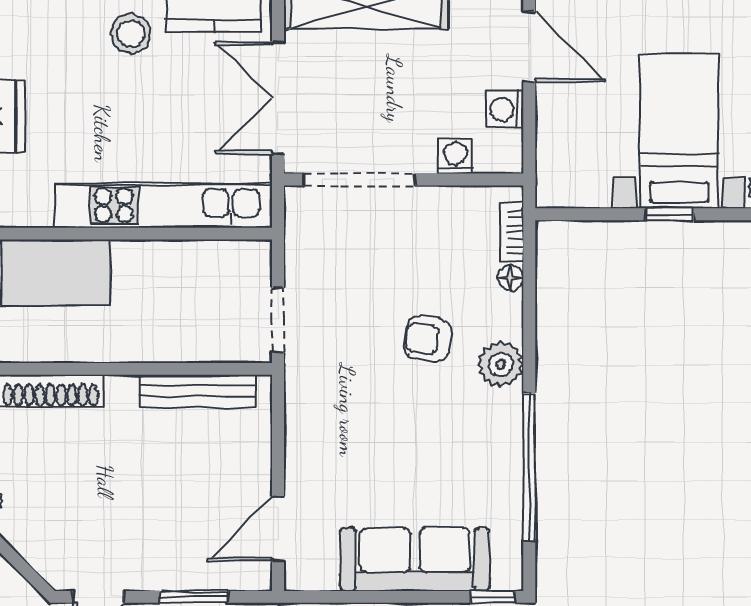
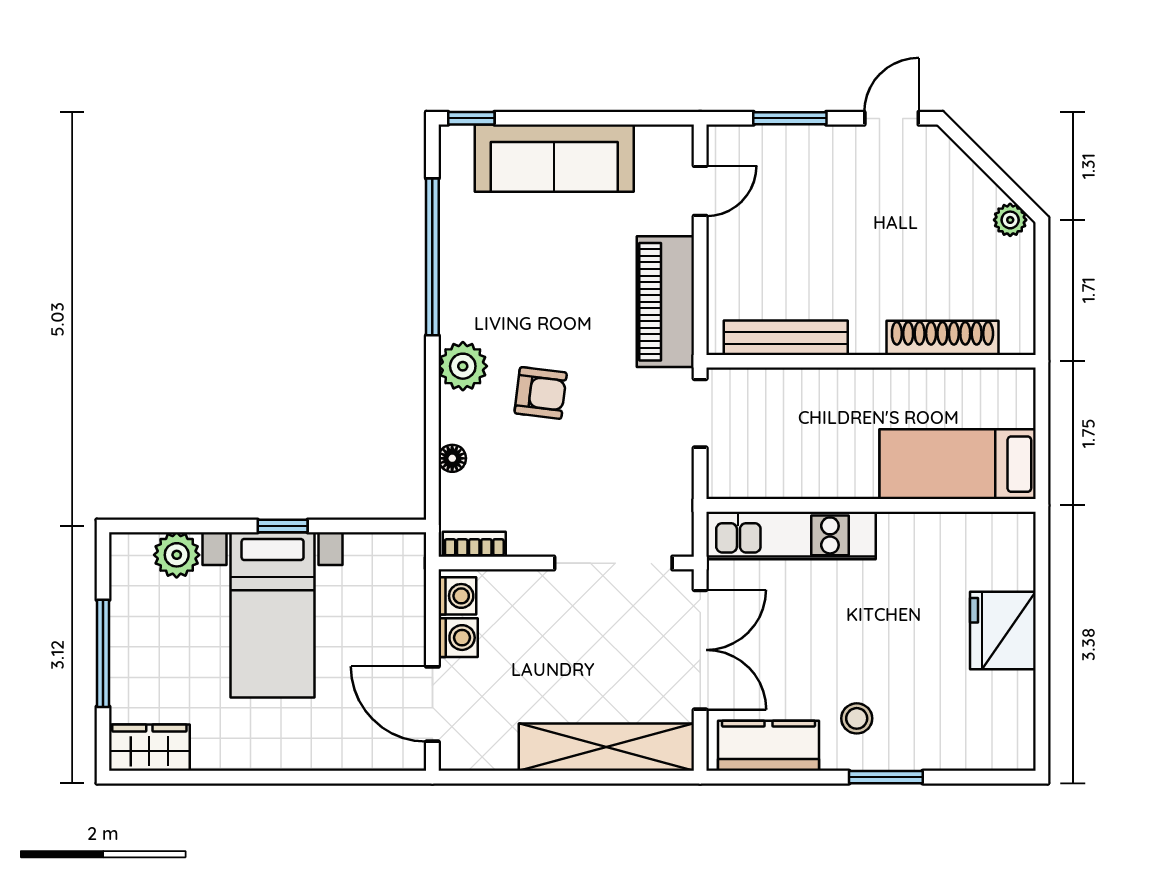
stool: (131, 34) -> (857, 718), width x0.73, depth x0.73
washing machine: (455, 156) -> (457, 596), moved, turned -90
kitchen unit: (164, 205) -> (791, 535), width x0.73
bookcase: (512, 232) -> (474, 544), moved, turned -90
piano: (310, 425) -> (665, 302), added
door: (278, 529) -> (700, 191), width x0.73

